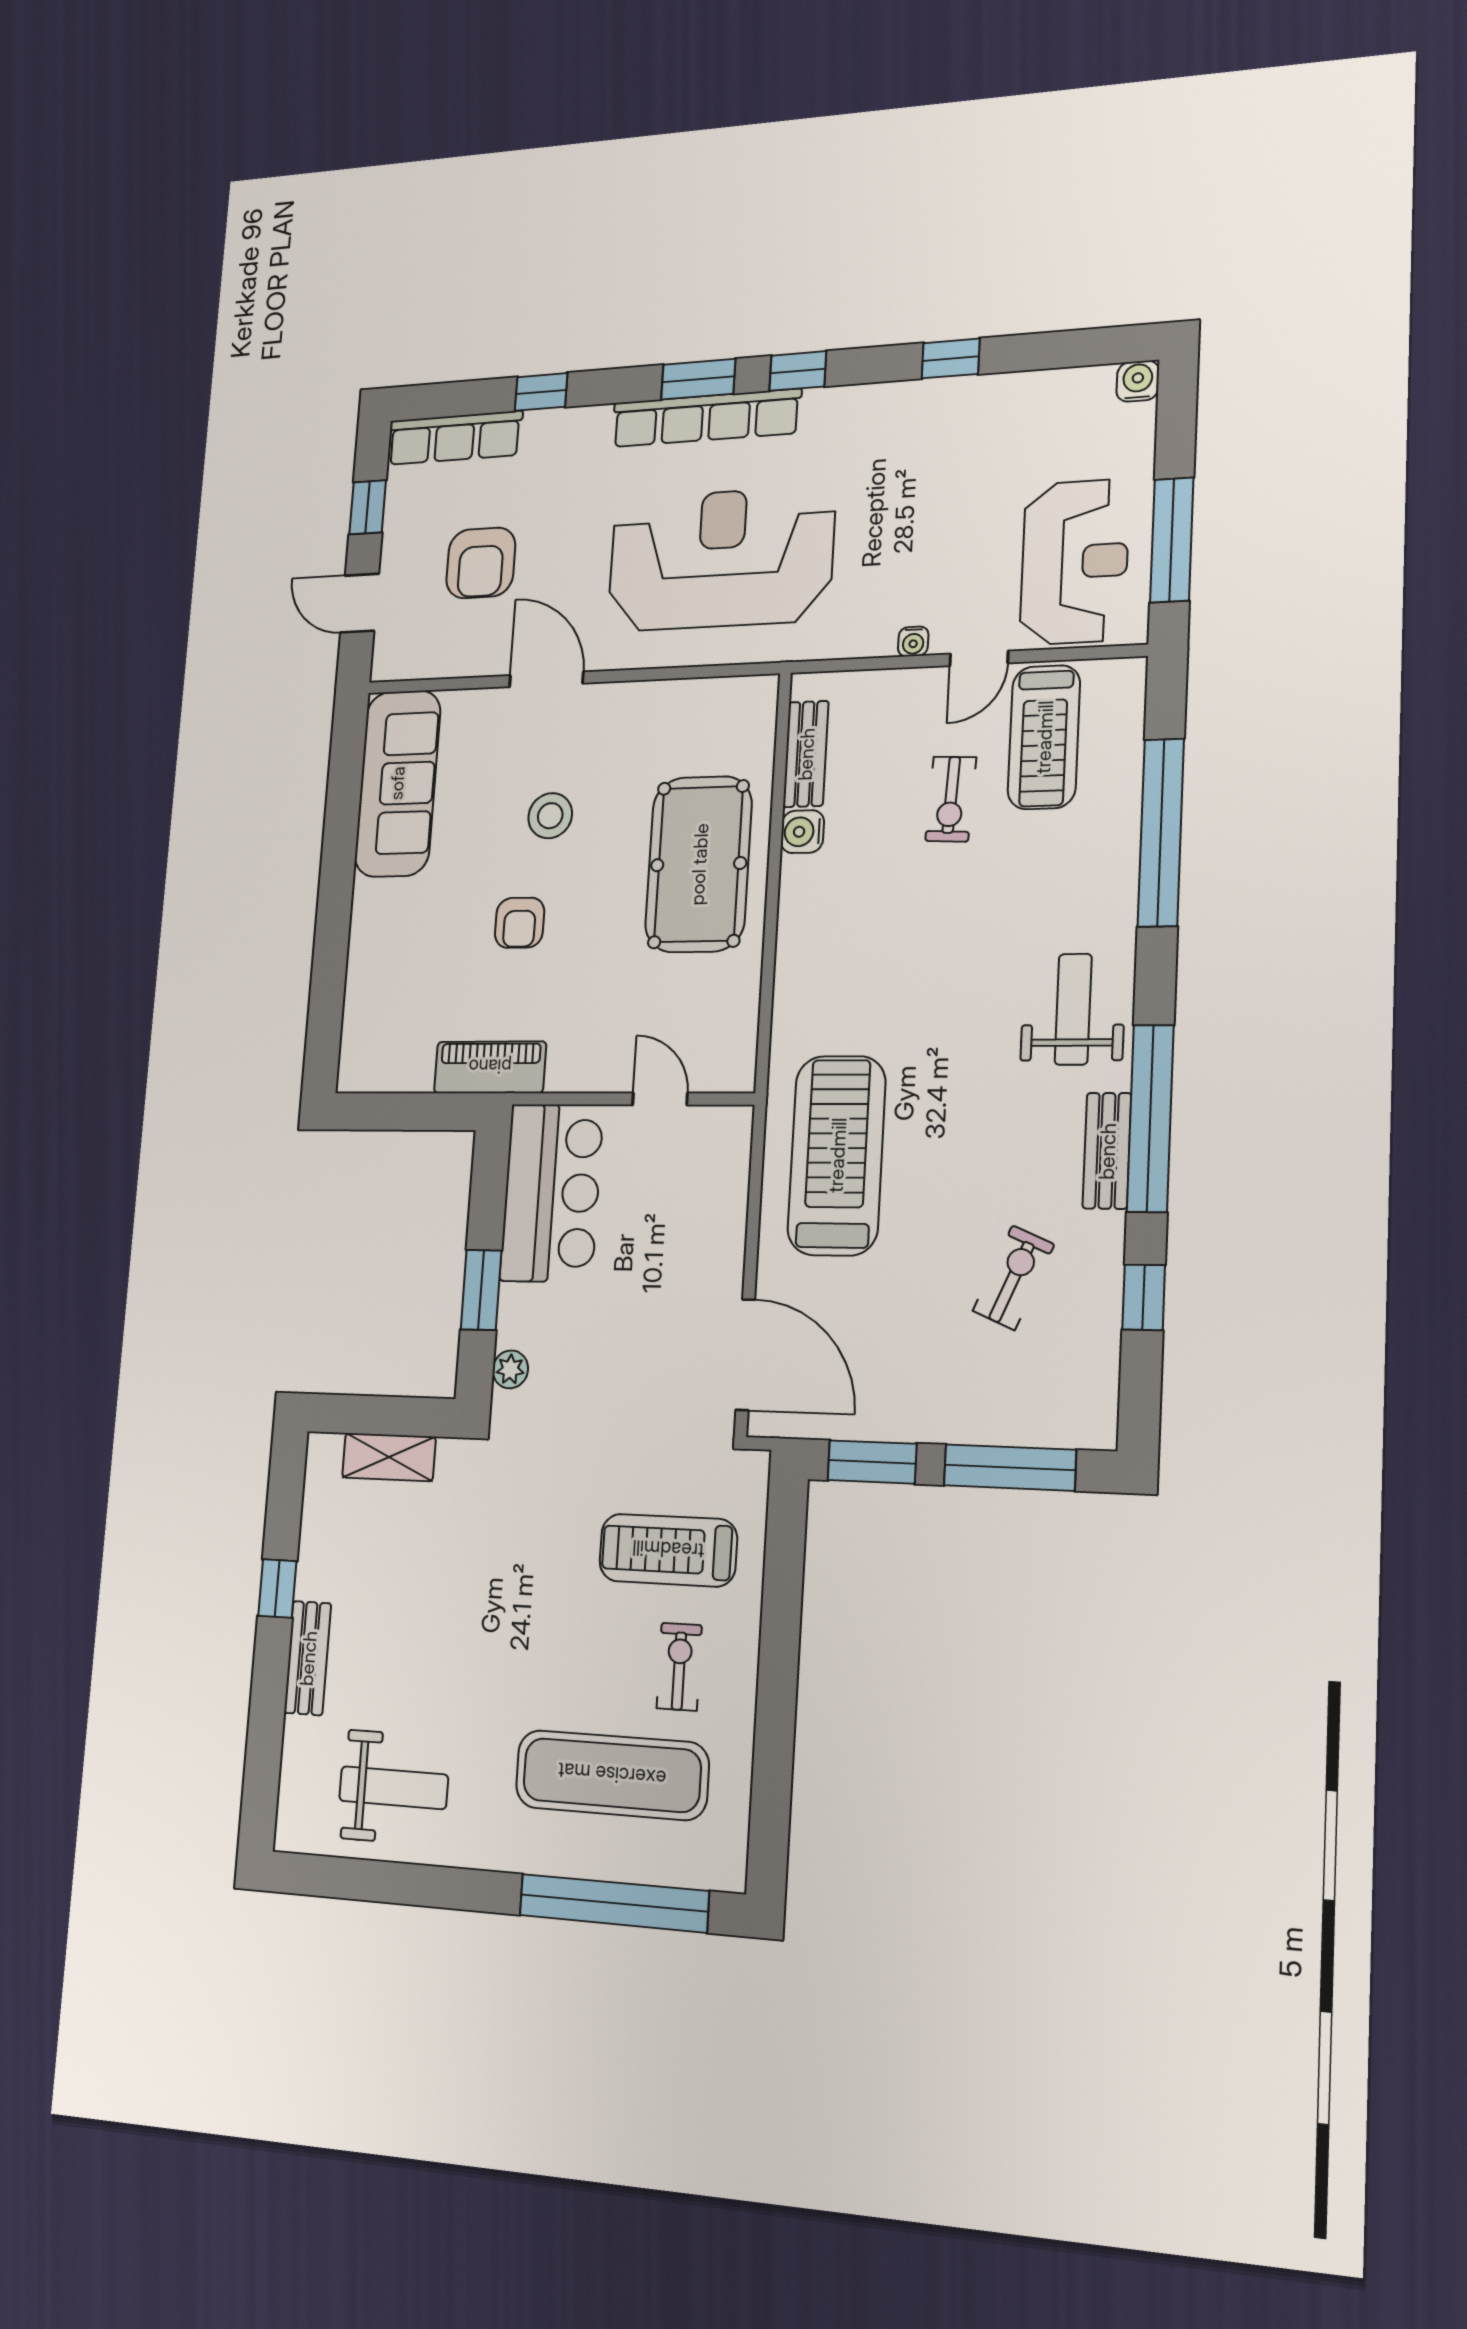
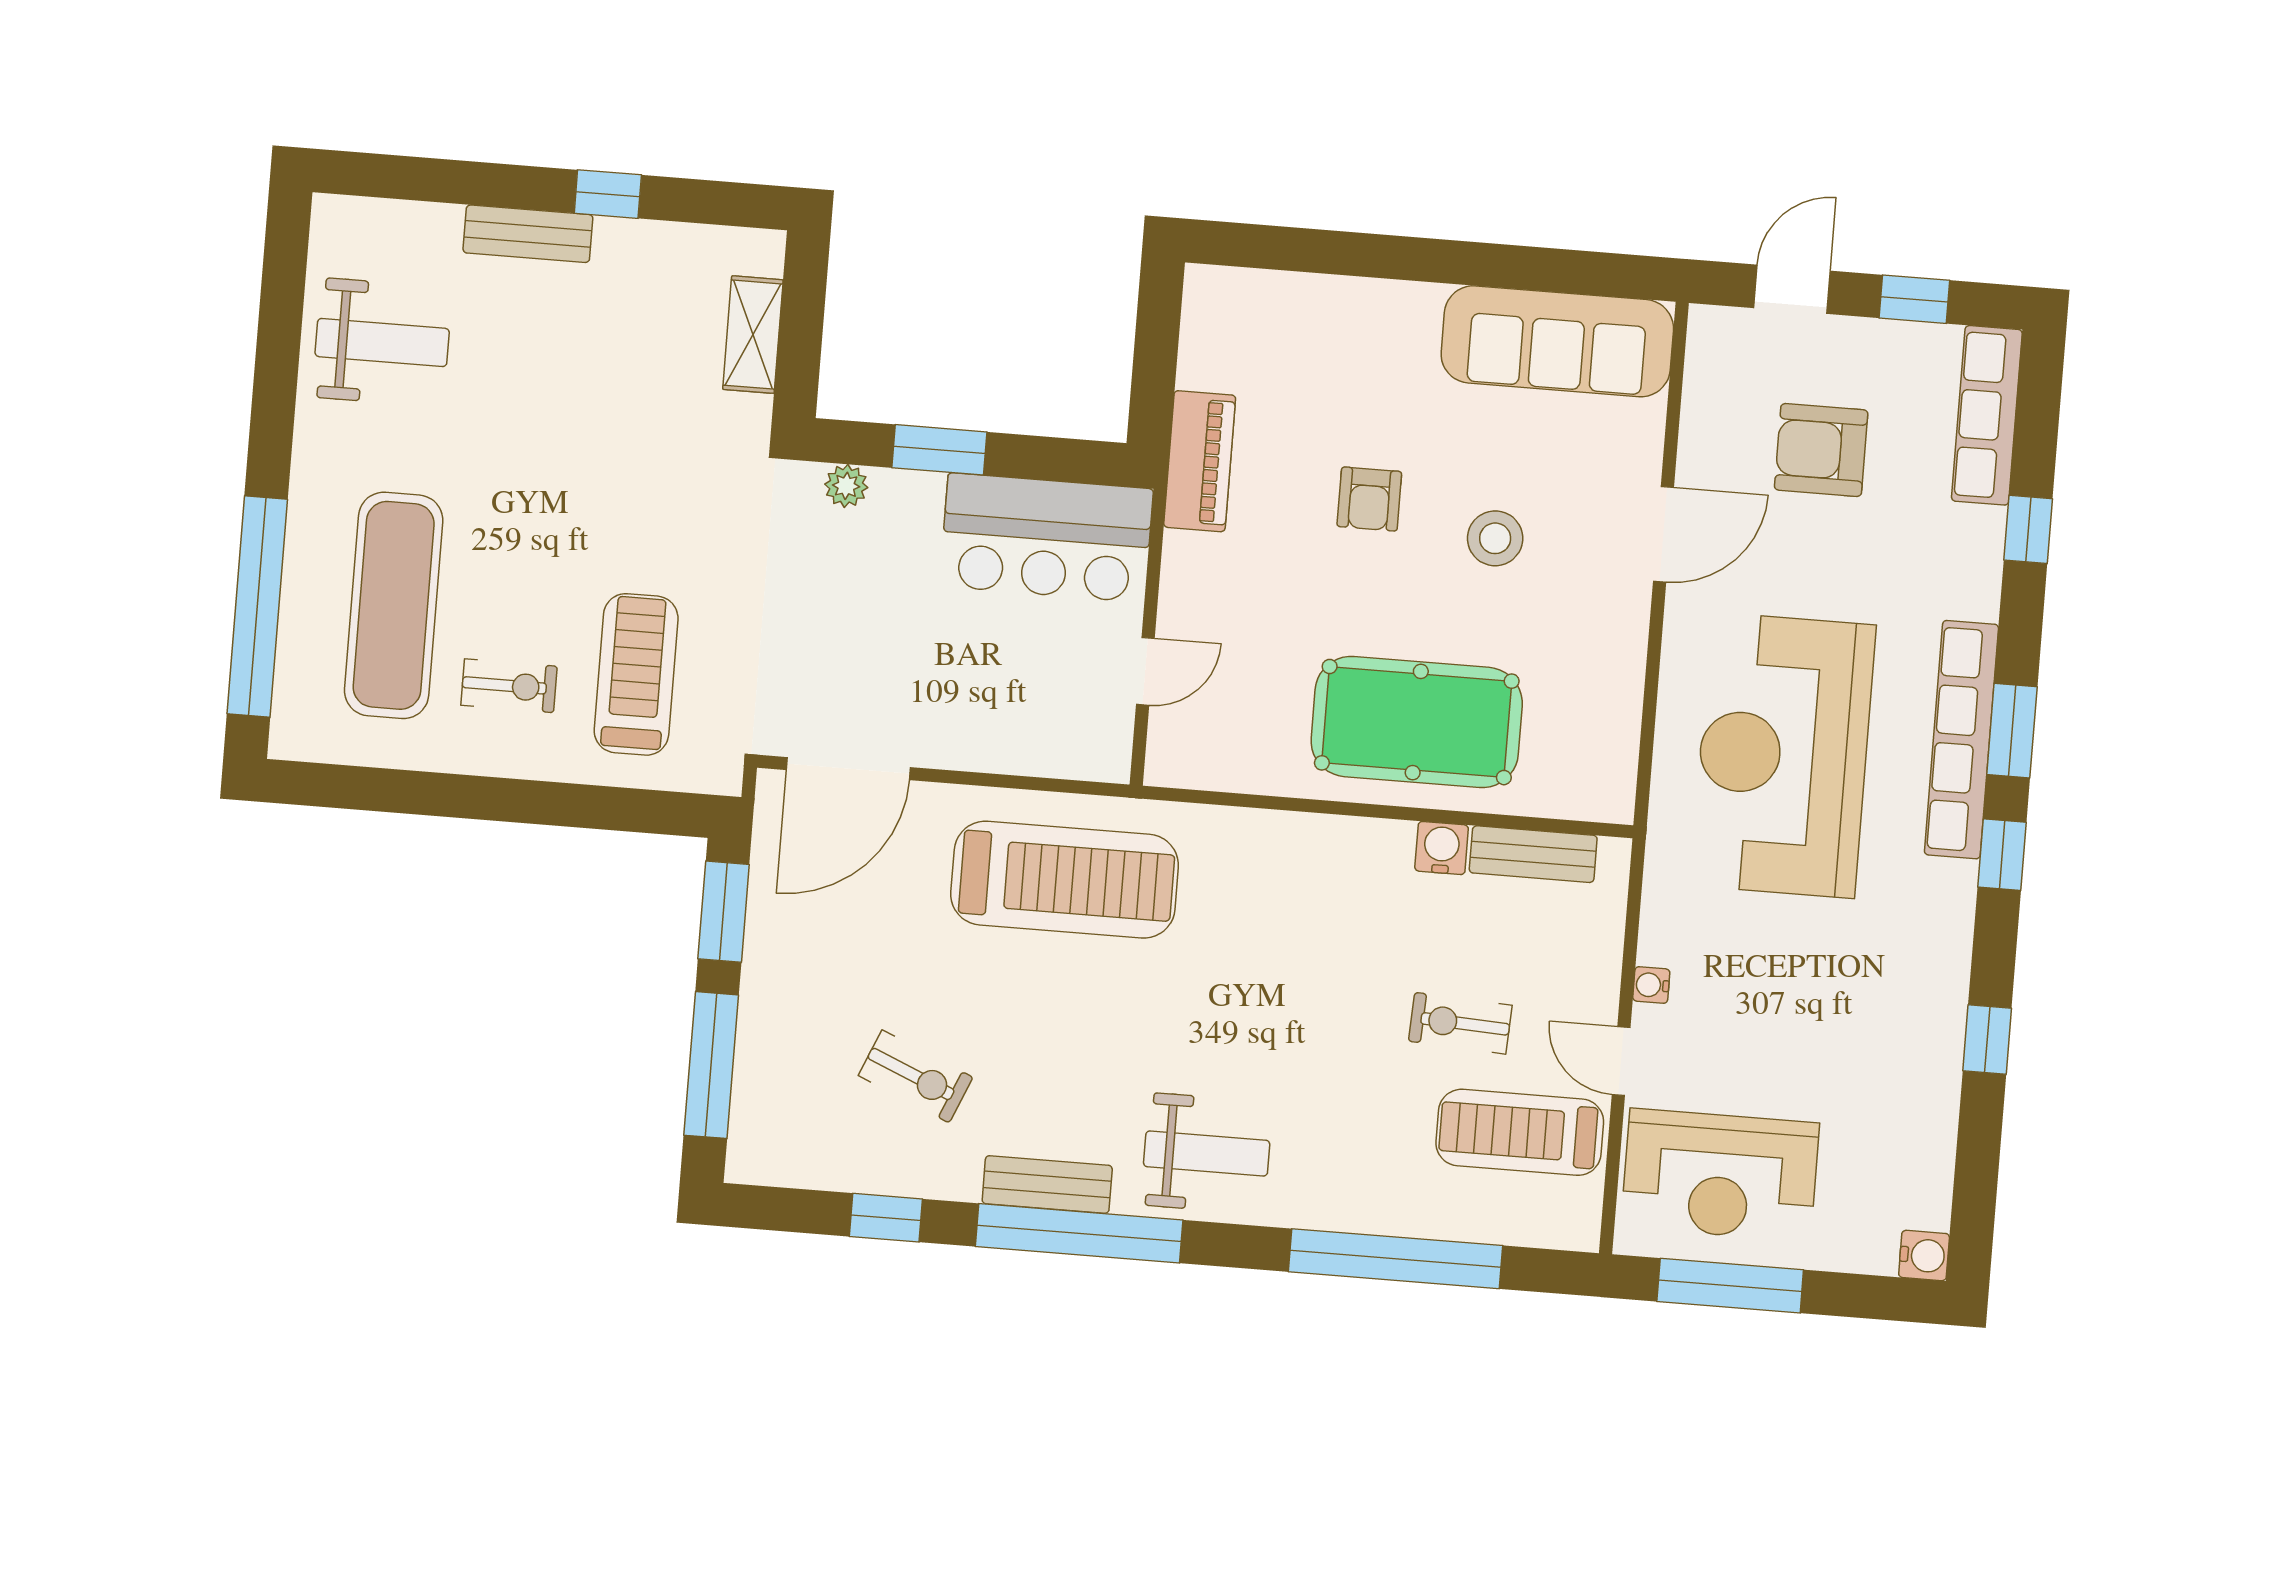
reception desk: (721, 559) -> (1783, 755), turned 180
armchair: (520, 923) -> (1369, 499), turned -90
weight bench: (394, 1788) -> (382, 342), turned -90

